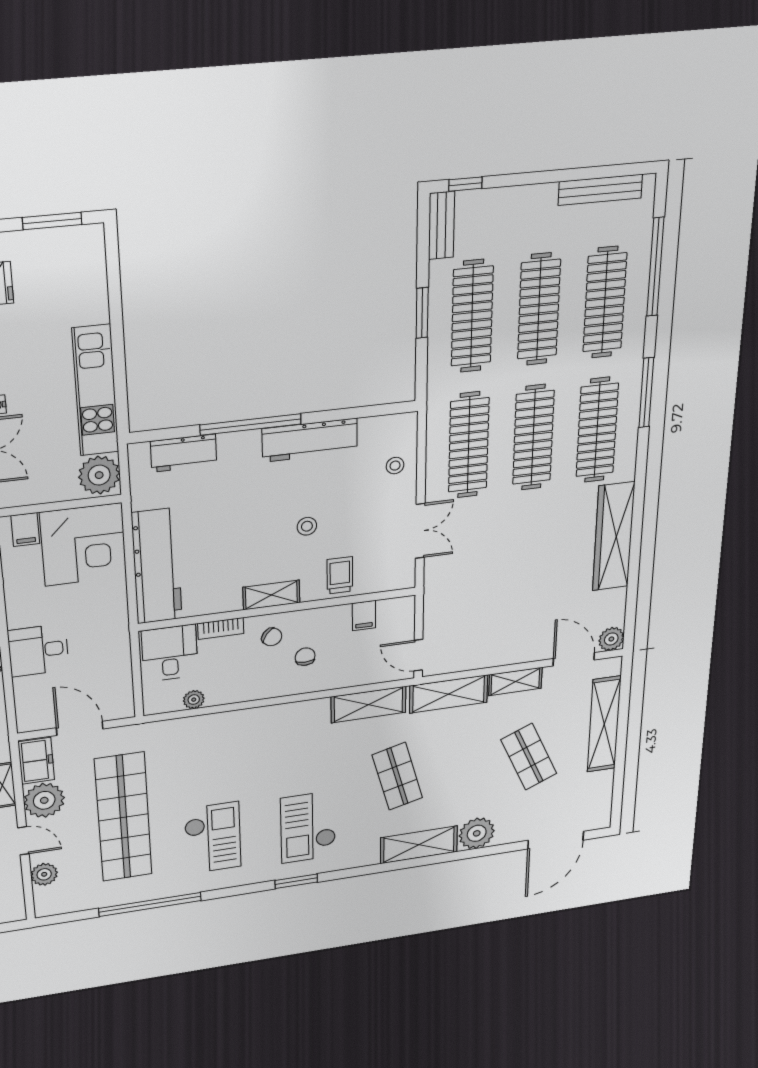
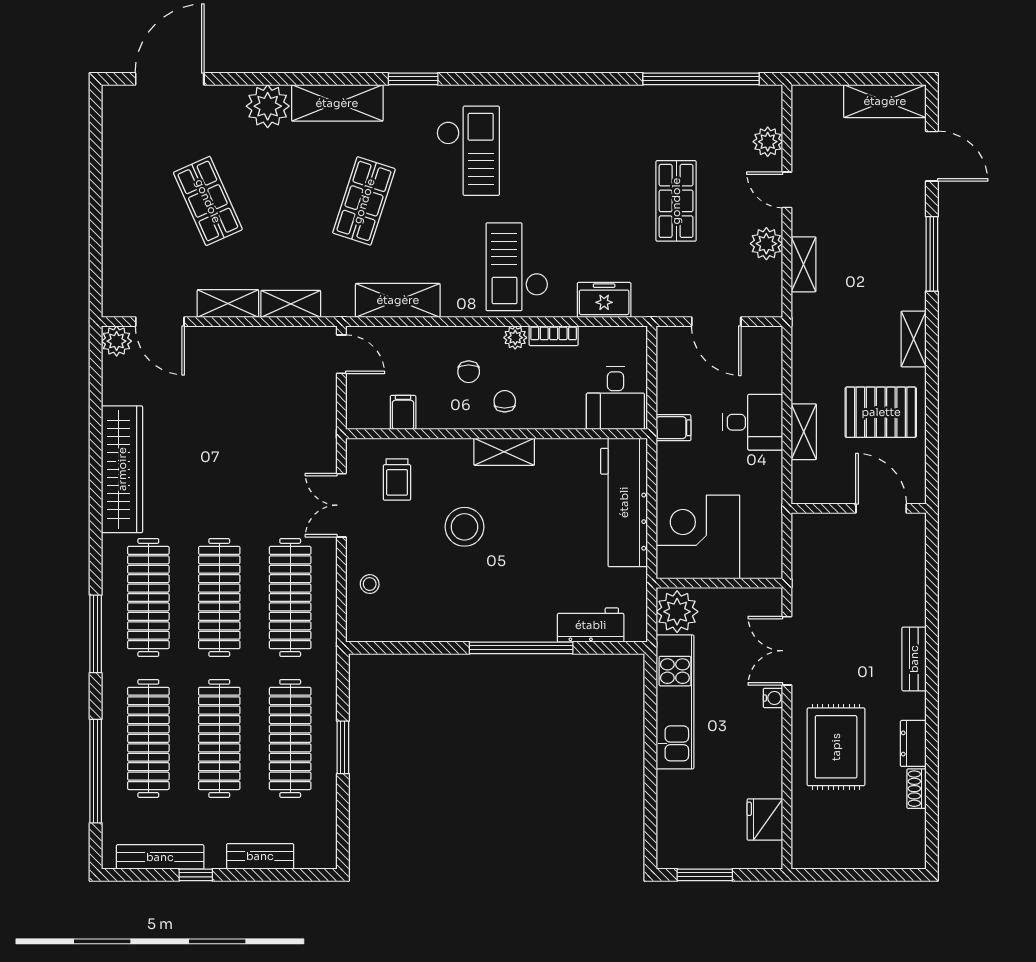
window: (465, 184) -> (196, 875), moved
bench: (441, 225) -> (260, 856), moved, turned 90
workbench: (310, 440) -> (460, 623), removed
stool: (307, 526) -> (464, 527), width x1.89, depth x1.89
filing cabinet: (25, 530) -> (673, 428), moved, turned 90
trolley: (340, 575) -> (397, 480), moved
bookcase: (221, 629) -> (554, 336), moved, turned 180
chair: (272, 637) -> (505, 401), turned 53
shelving: (449, 694) -> (291, 304), width x0.67, depth x0.75
plant: (194, 700) -> (515, 338), moved
shelving: (604, 724) -> (118, 230), removed
freezer: (36, 761) -> (604, 300), moved, turned 90
shop shelf: (397, 776) -> (364, 201), turned 33
plant: (44, 800) -> (766, 244), width x0.73, depth x0.73
shop shelf: (123, 817) -> (676, 201), width x0.50, depth x0.74
checkout: (213, 838) -> (517, 267), moved
window: (296, 881) -> (413, 79), moved
window: (150, 904) -> (701, 79), moved

